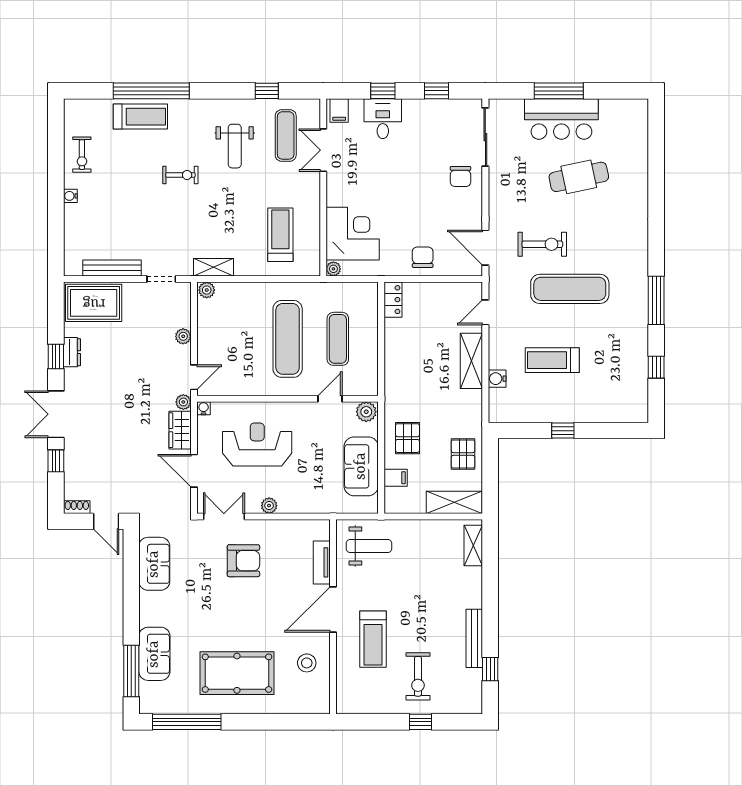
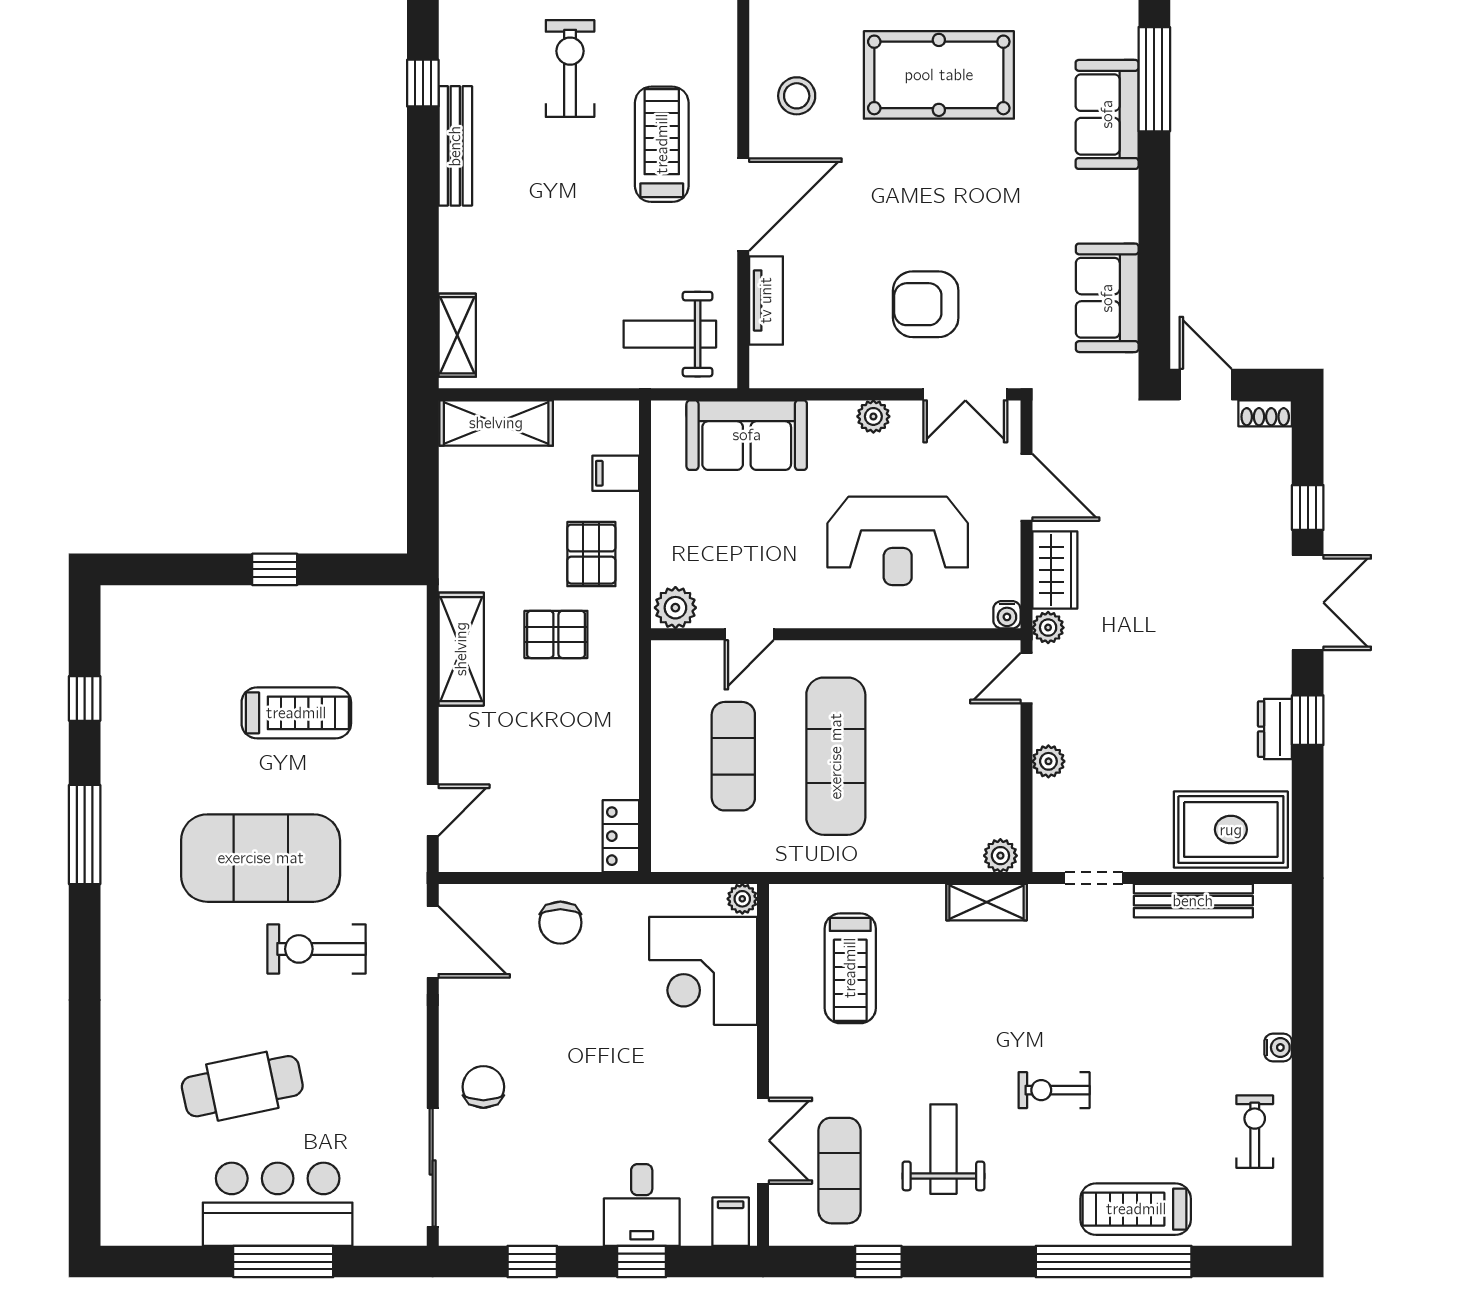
exercise mat: (570, 289) -> (261, 858), width x1.47
shelving: (471, 361) -> (461, 649), moved
water cooler: (497, 379) -> (409, 675), removed
pallet: (463, 454) -> (556, 634), moved, turned 90
sofa: (361, 466) -> (747, 435), moved, turned 90

